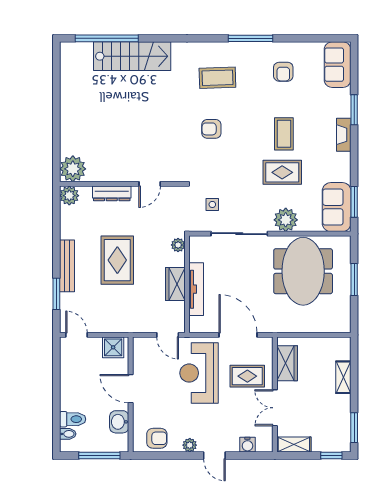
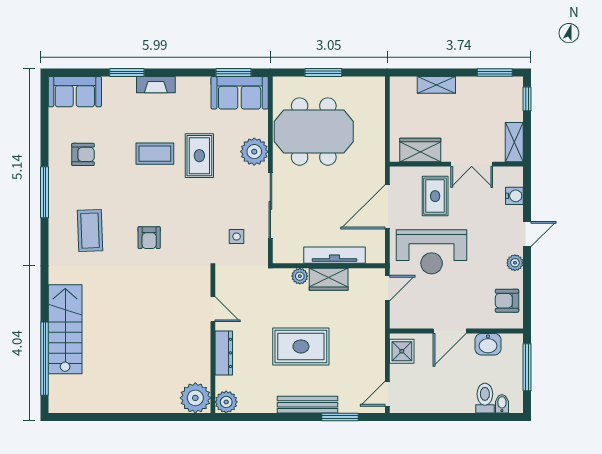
plant: (178, 245) -> (300, 276), moved
armchair: (157, 438) -> (507, 301), turned -90

